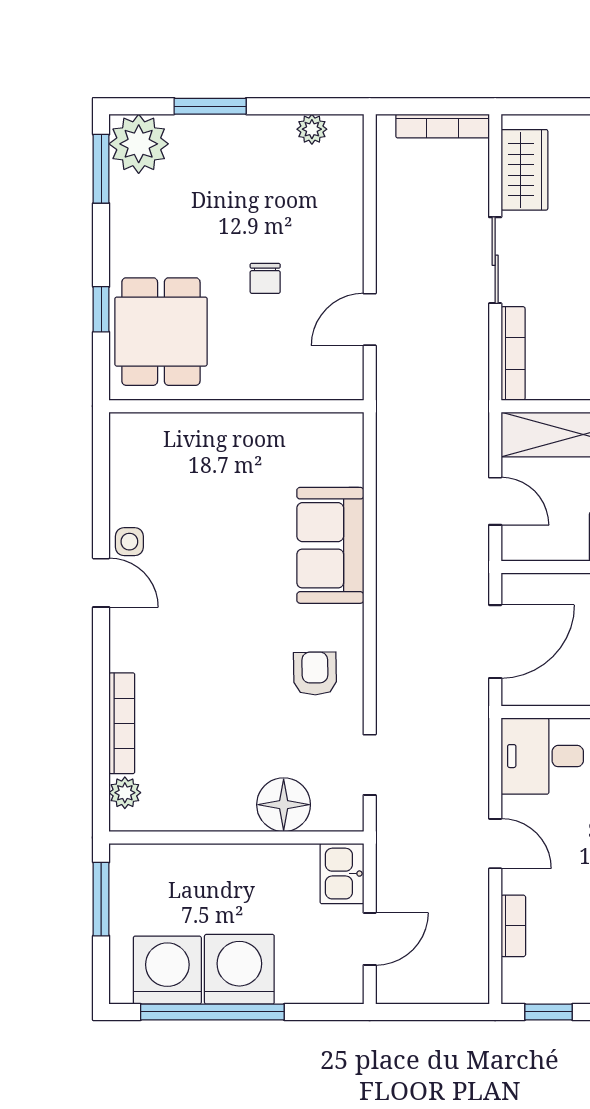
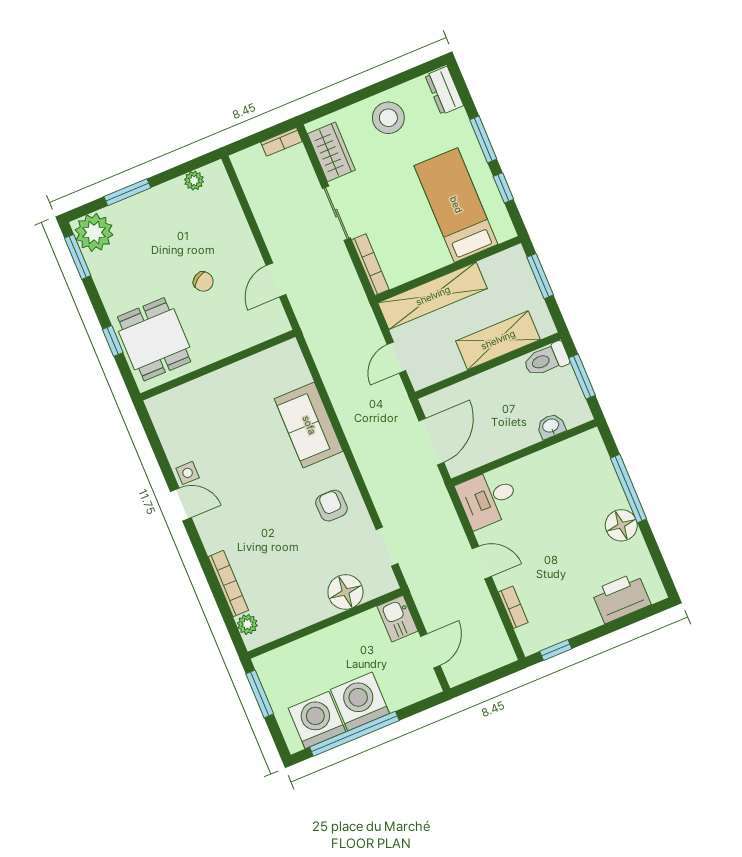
bookcase: (443, 126) -> (282, 142), width x0.64
chair: (265, 278) -> (203, 282), turned -34
door: (495, 501) -> (396, 358), swing flipped

